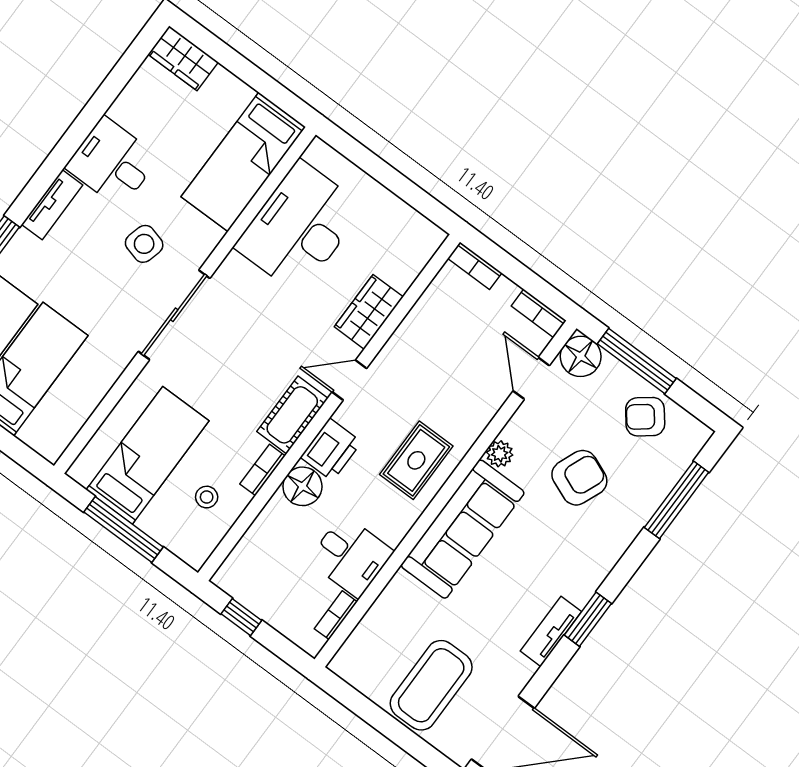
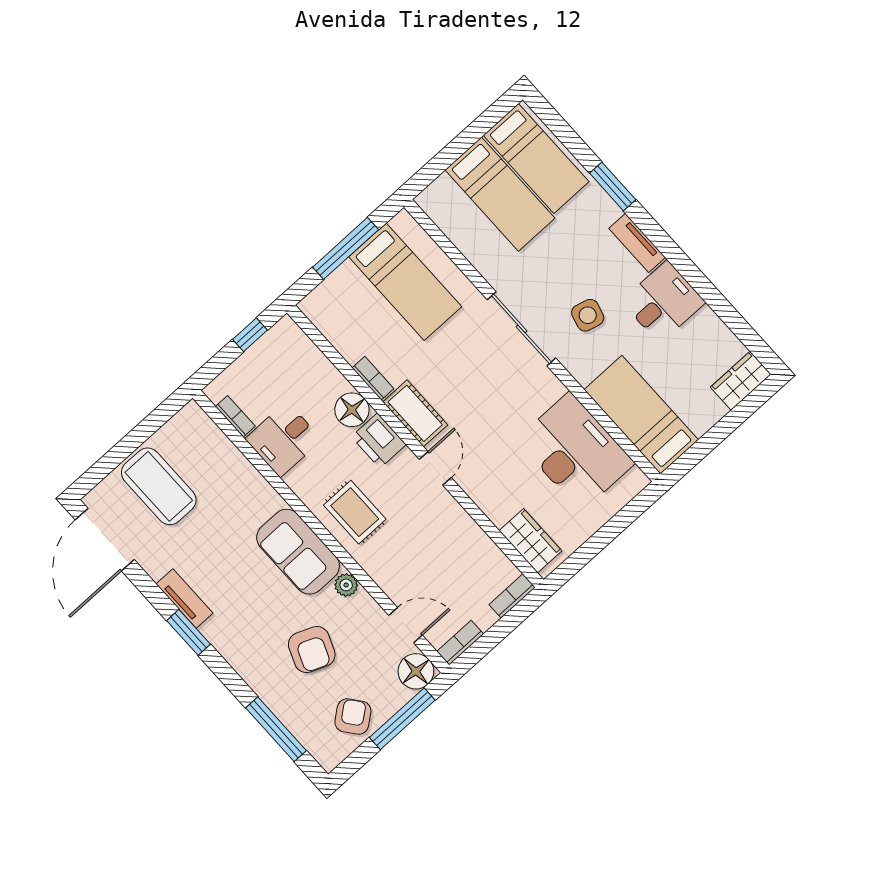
wardrobe: (369, 312) -> (530, 541), moved
stool: (207, 497) -> (359, 325), removed
sofa: (463, 529) -> (298, 552), width x0.73

